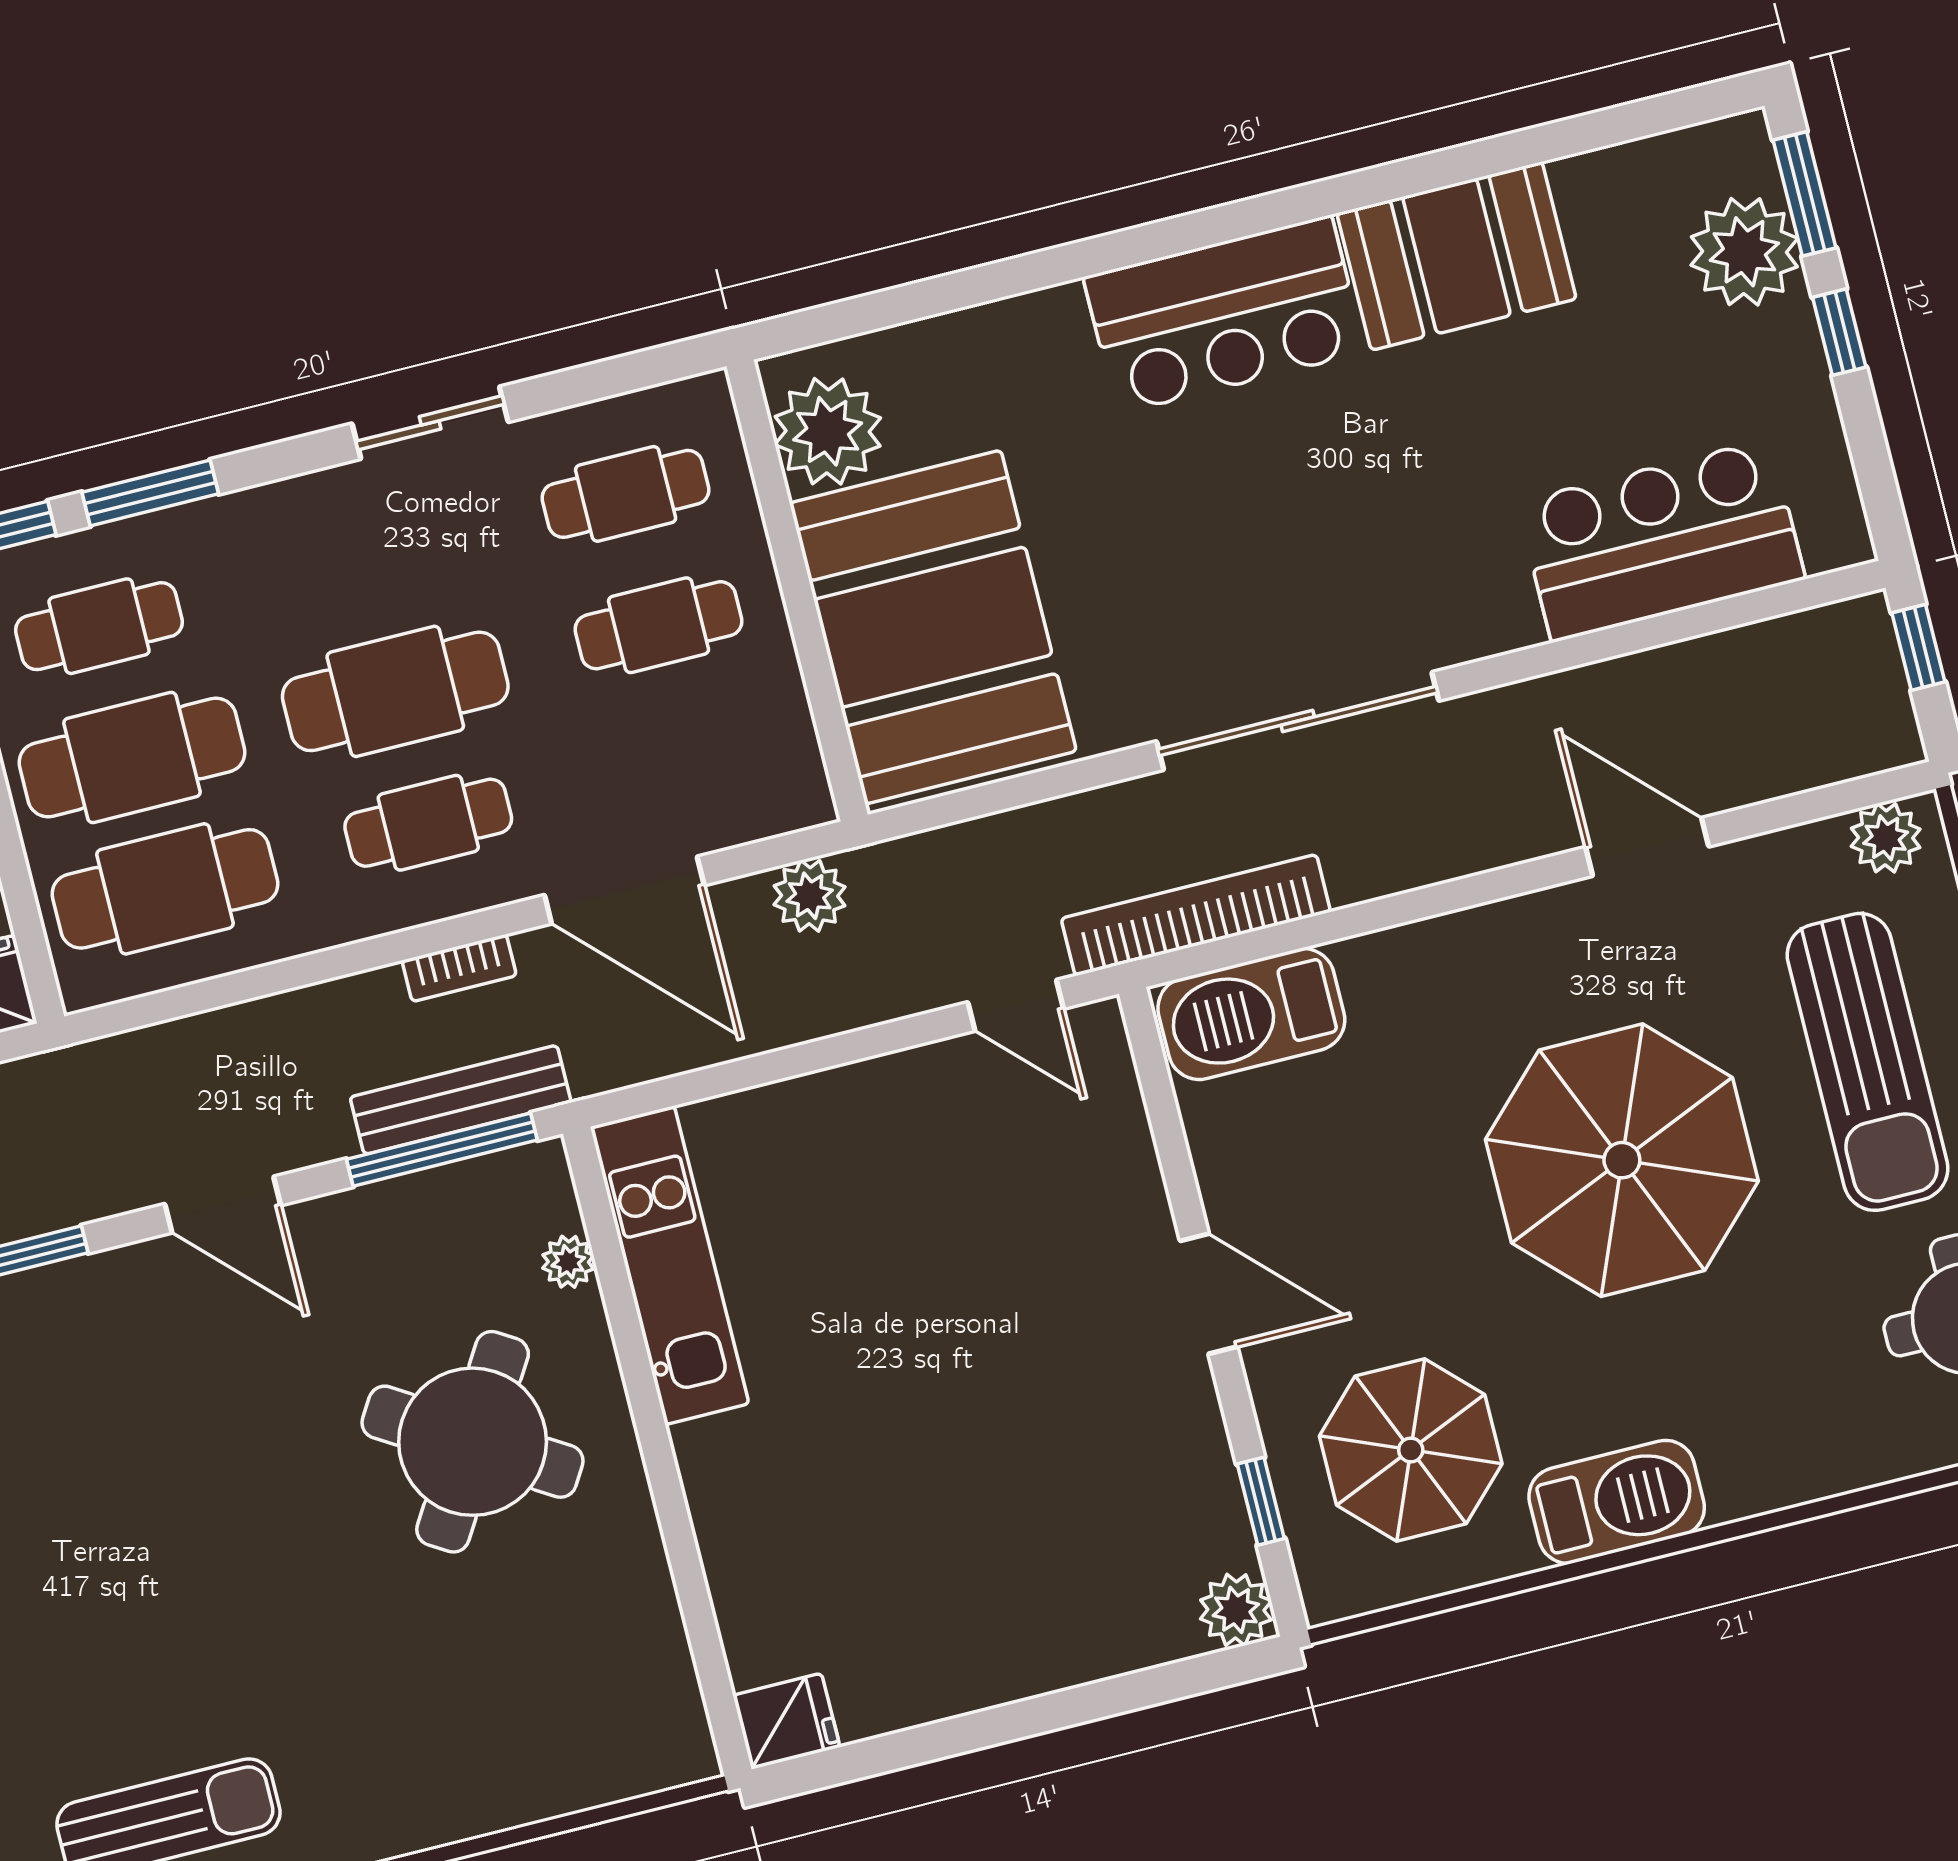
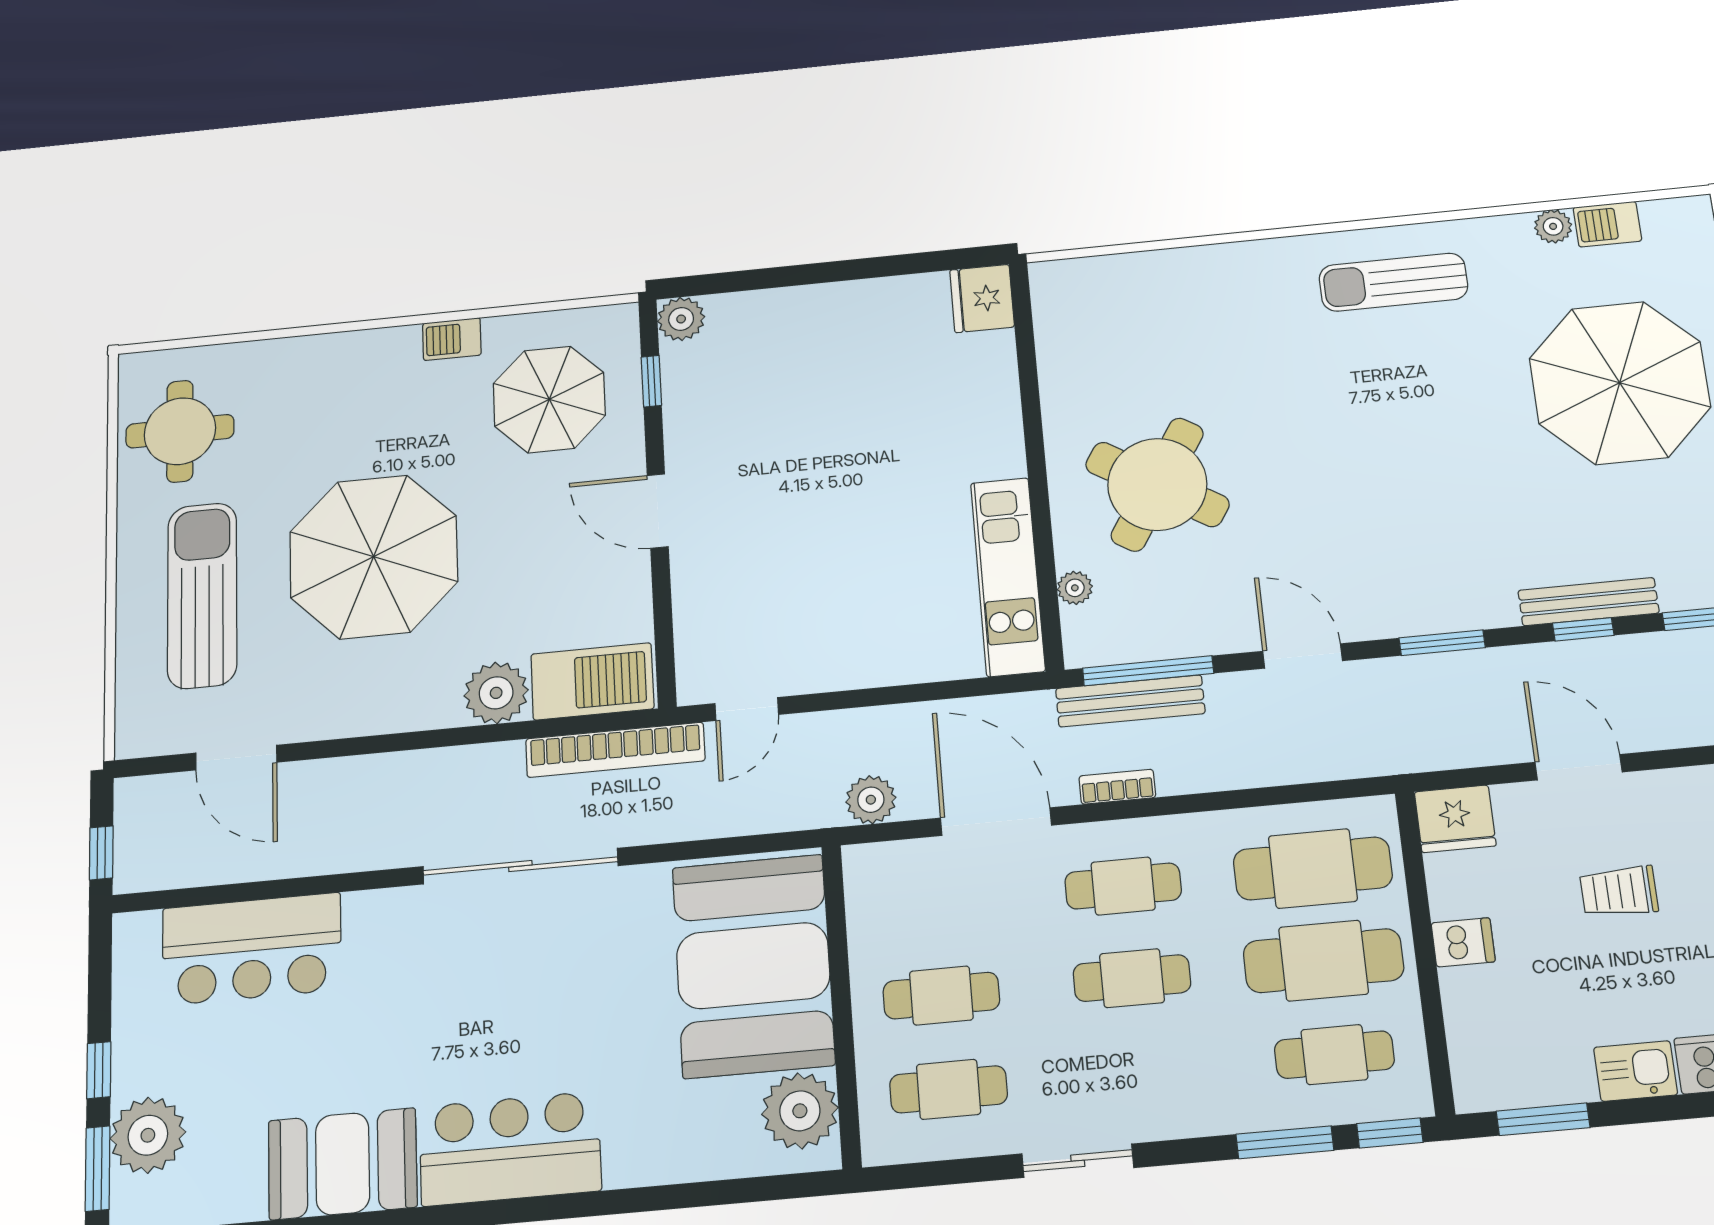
cafe table: (395, 691) -> (1132, 978), width x0.73, depth x0.74
plant: (1886, 838) -> (496, 693), moved, width x1.36, depth x1.36
door: (1647, 847) -> (236, 758), moved
door: (1016, 1005) -> (747, 709), swing flipped
barbecue: (1617, 1502) -> (452, 339), width x0.53, depth x0.65
fridge: (786, 1721) -> (982, 298), width x1.38

